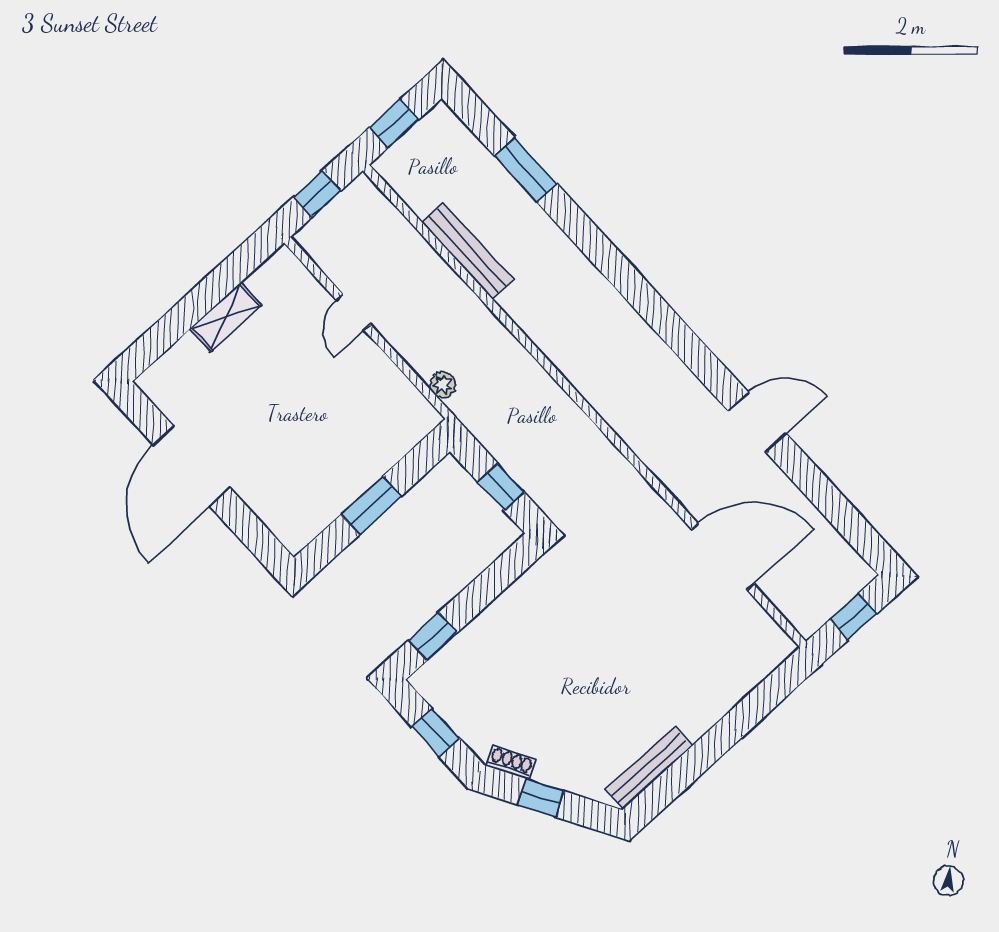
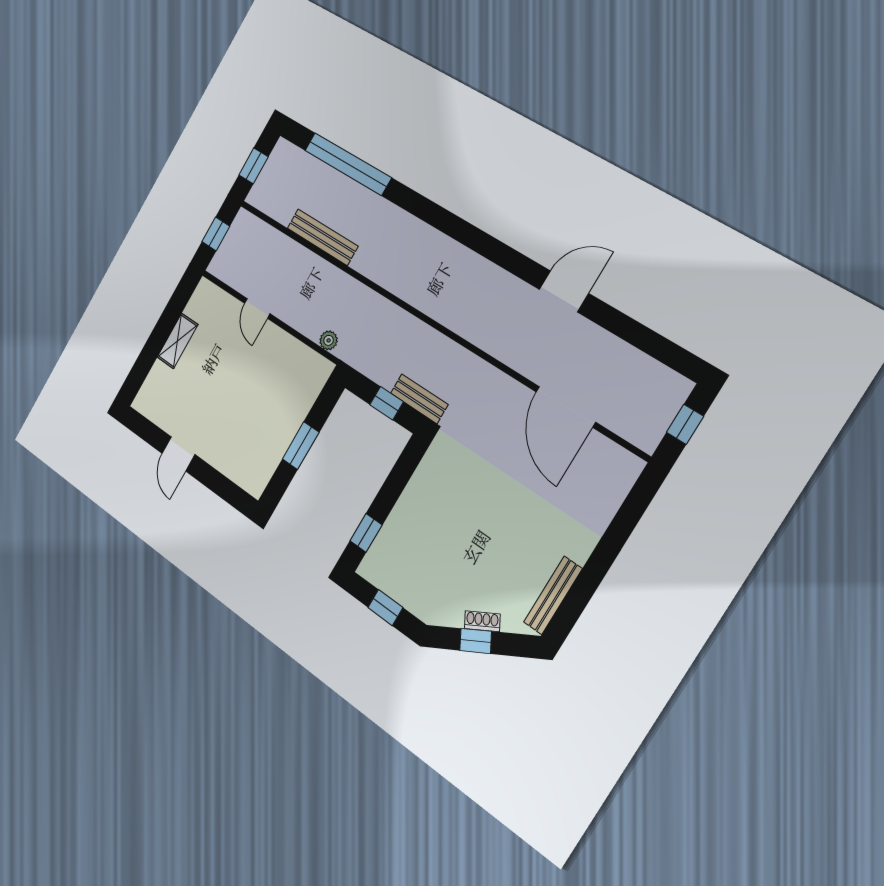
window: (526, 170) -> (348, 164), width x2.11
door: (191, 466) -> (178, 454), width x0.53
bench: (545, 494) -> (419, 399), added
door: (723, 557) -> (566, 407), swing flipped
shoe rack: (511, 763) -> (482, 621), moved

